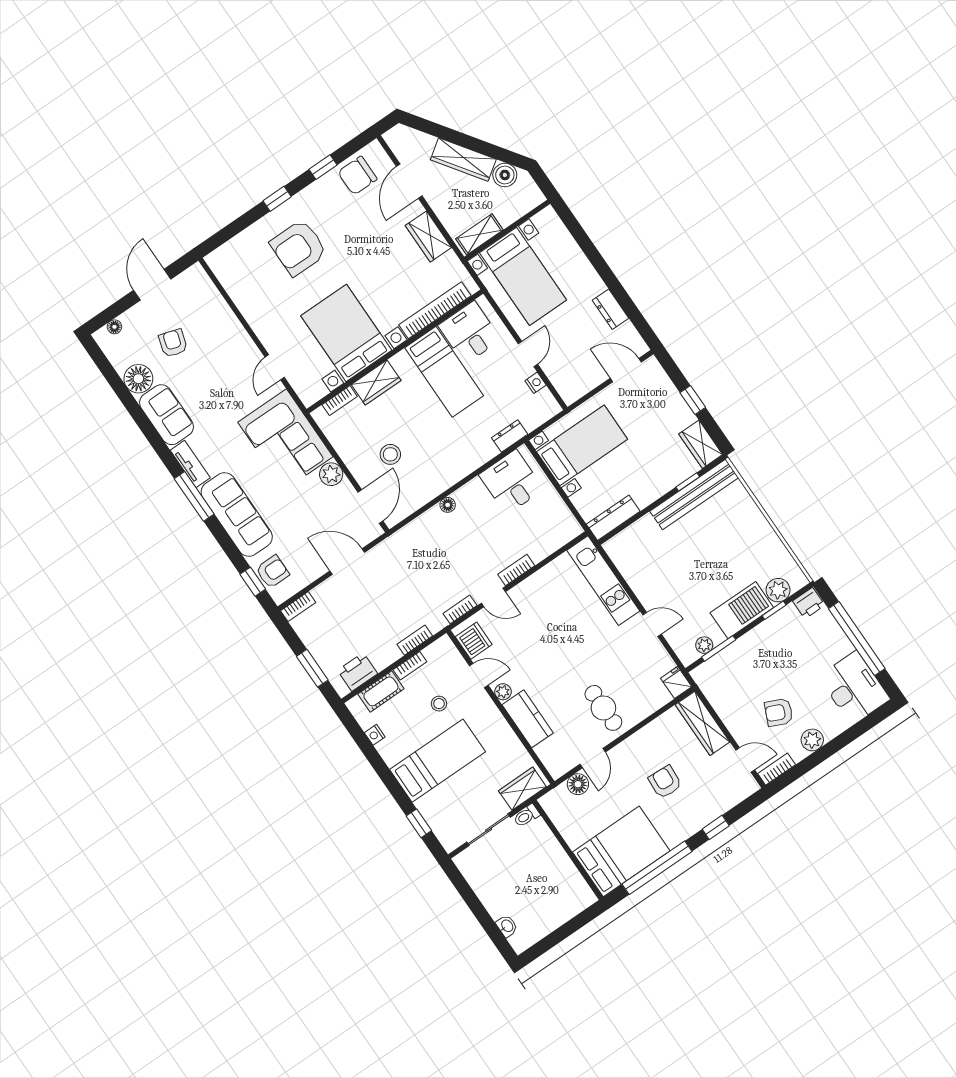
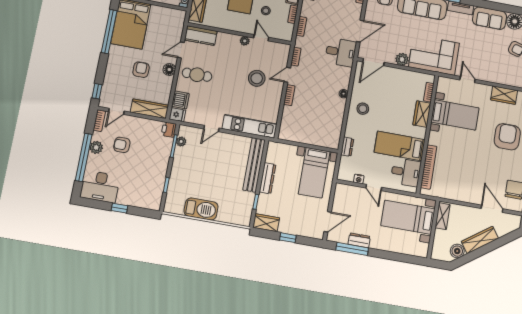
wardrobe: (428, 236) -> (504, 95), moved, turned 180
window: (629, 308) -> (352, 249), added
bed with nightstands: (346, 333) -> (455, 115), width x0.73
stool: (390, 454) -> (363, 109), moved
desk: (511, 482) -> (341, 52), moved
bench: (694, 494) -> (254, 165), moved
door: (370, 506) -> (373, 62), hinge flipped
dresser: (613, 518) -> (267, 178), moved
plant: (778, 590) -> (173, 195), removed
printer: (809, 603) -> (169, 130), moved
barbecue: (742, 610) -> (201, 209), moved, turned -90
stool: (535, 631) -> (257, 78), added
window: (857, 639) -> (119, 208), width x0.32
dishwasher: (474, 641) -> (180, 100), moved, turned -90
door: (479, 675) -> (261, 38), swing flipped
armchair: (779, 712) -> (122, 145), turned -114
kitchen counter: (528, 719) -> (201, 36), moved
window: (839, 743) -> (84, 157), added
door: (593, 758) -> (181, 50), hinge flipped
armchair: (665, 782) -> (141, 70), turned -93
floor lamp: (578, 784) -> (169, 70), moved
window: (716, 827) -> (97, 91), moved

